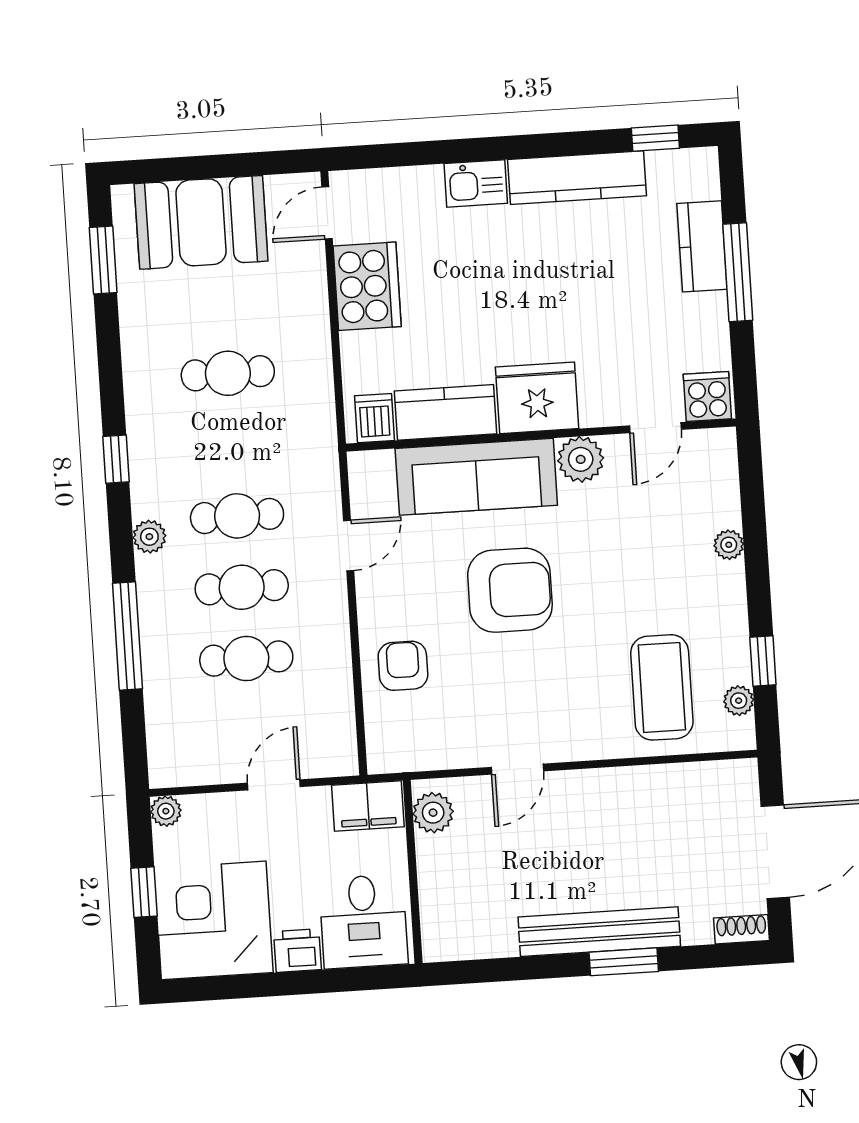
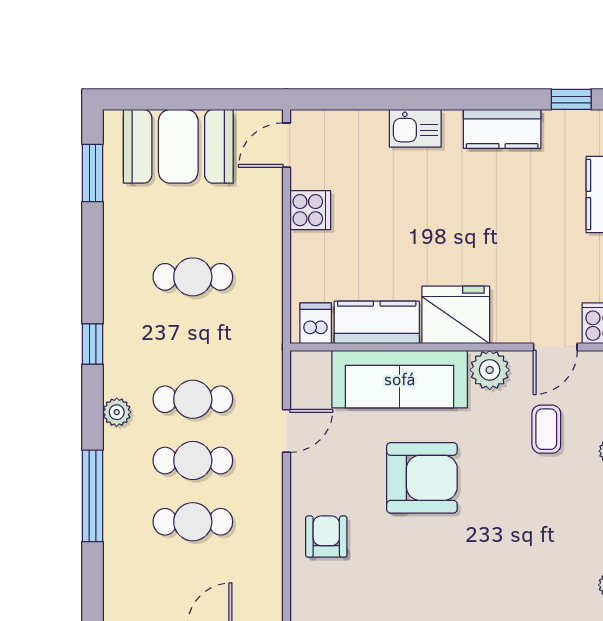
kitchen counter: (577, 178) -> (502, 129), width x0.67
cooker: (367, 286) -> (310, 210), width x0.53, depth x0.76
coffee table: (662, 687) -> (546, 429), moved, width x0.54, depth x0.58

